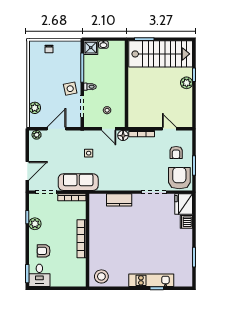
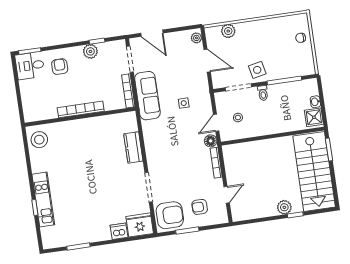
shower: (91, 48) -> (314, 117), moved

